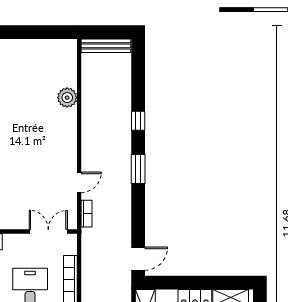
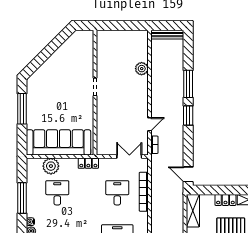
window: (138, 121) -> (188, 84), width x2.17
door: (138, 259) -> (188, 174), swing flipped

